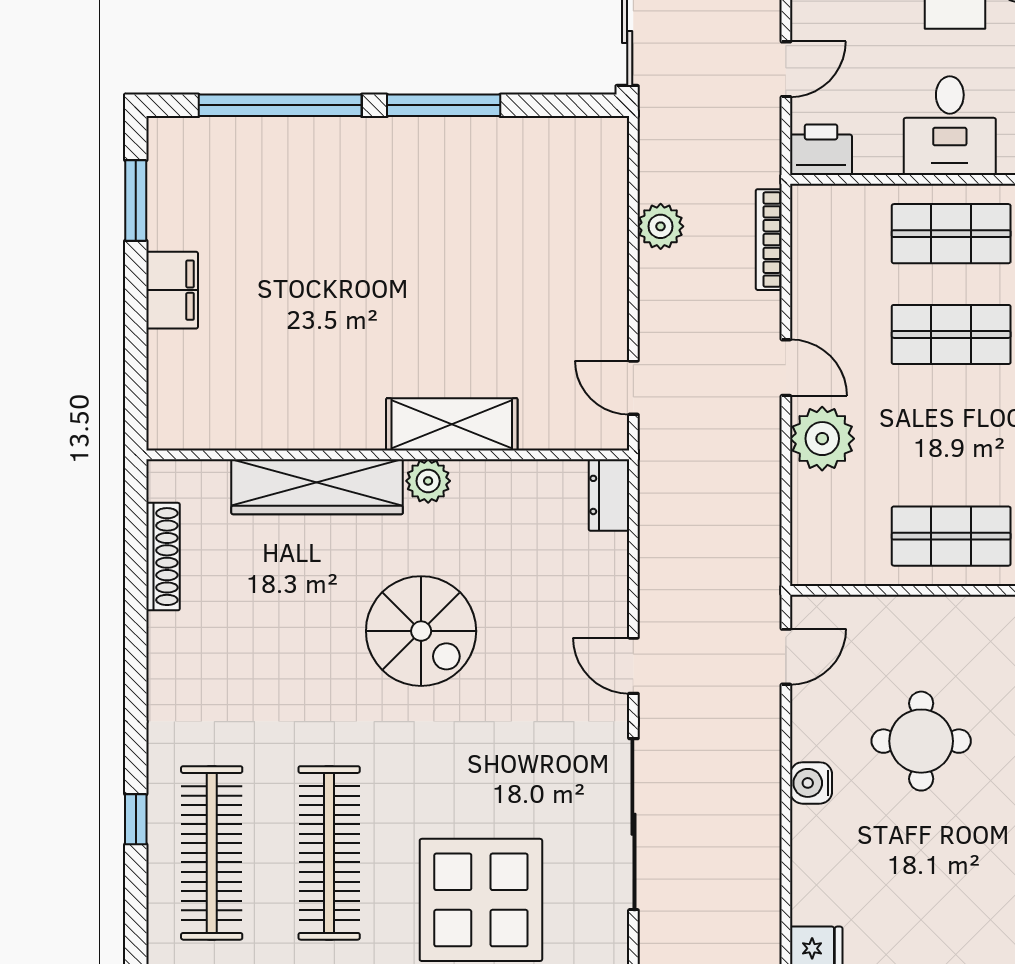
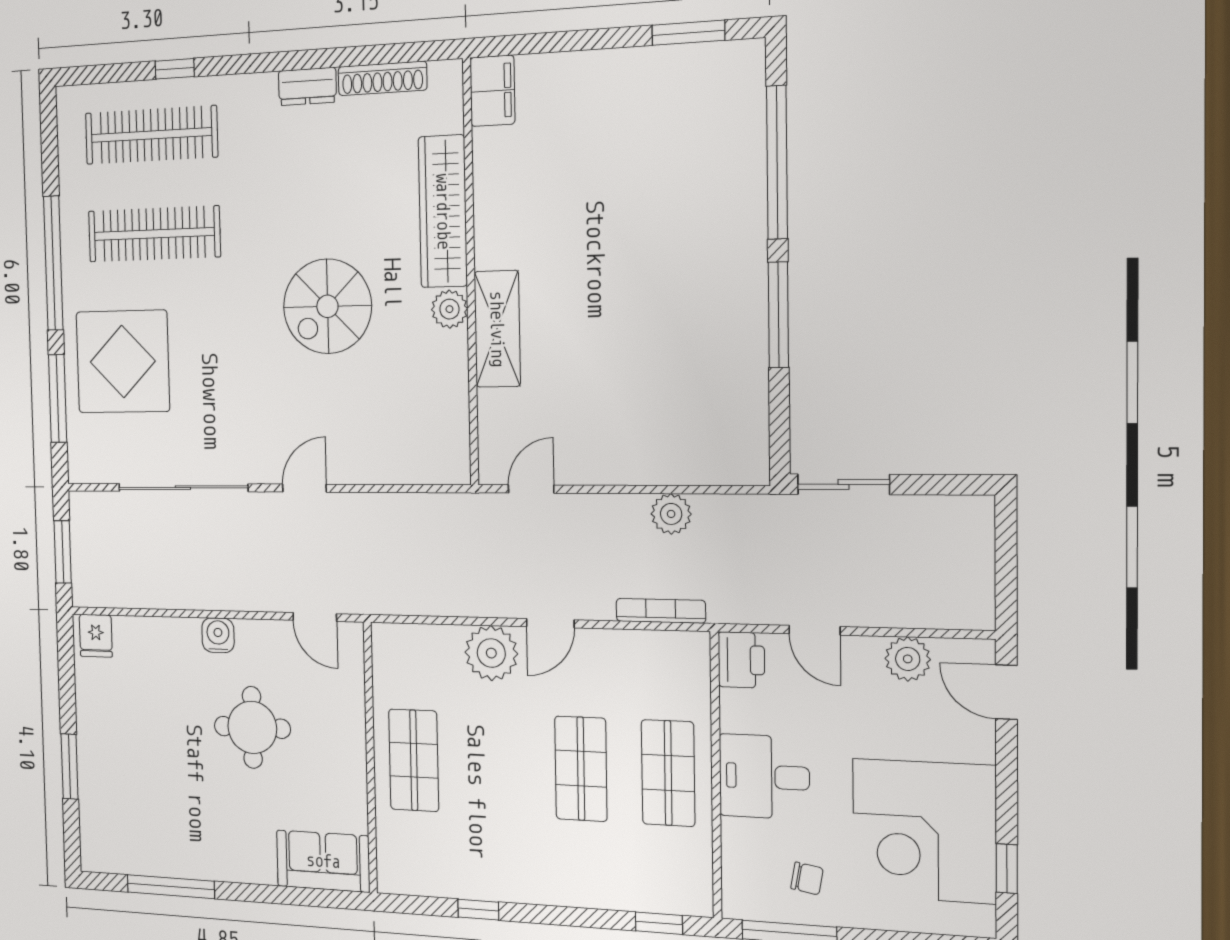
filing cabinet: (172, 290) -> (492, 91), moved, turned -90
dresser: (609, 495) -> (307, 86), moved, turned 180

